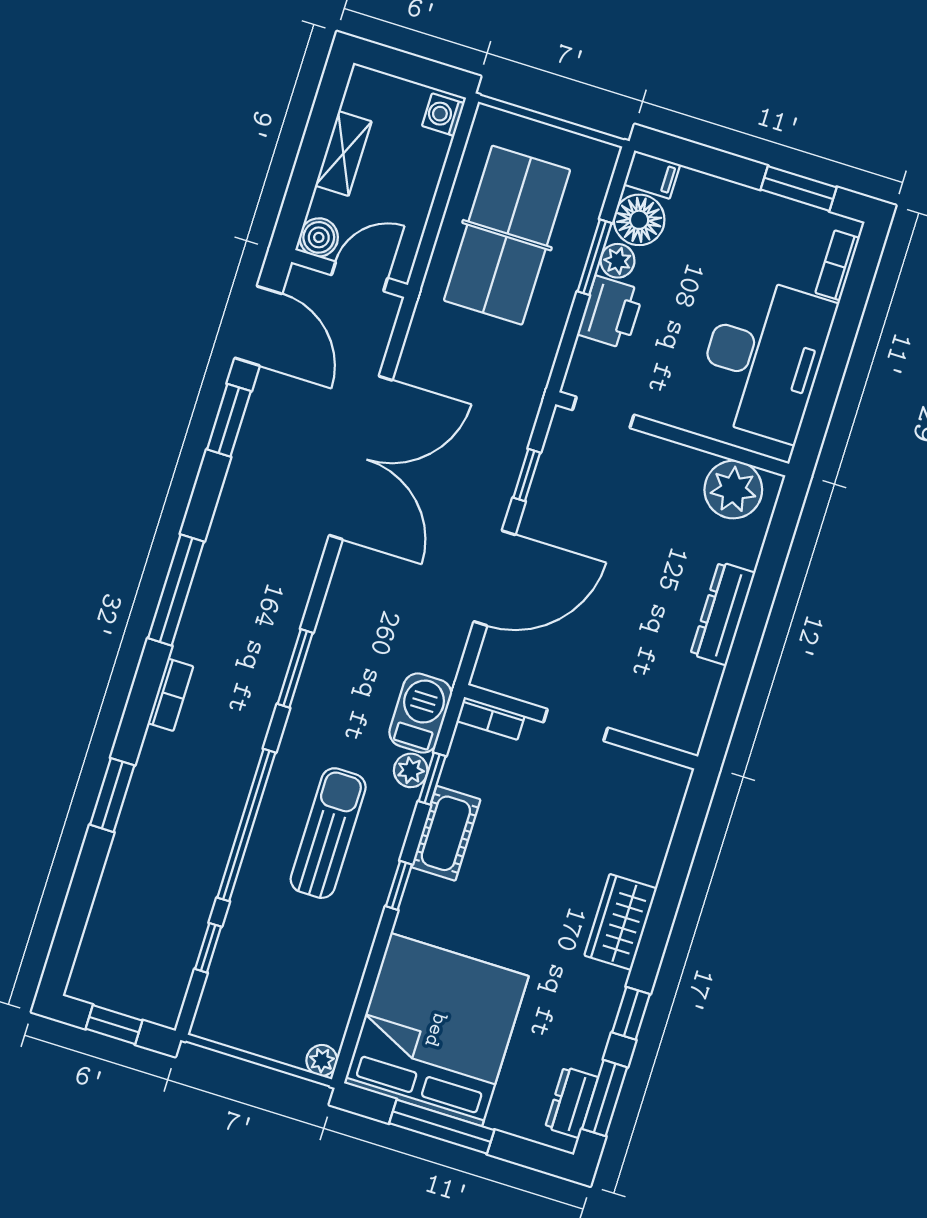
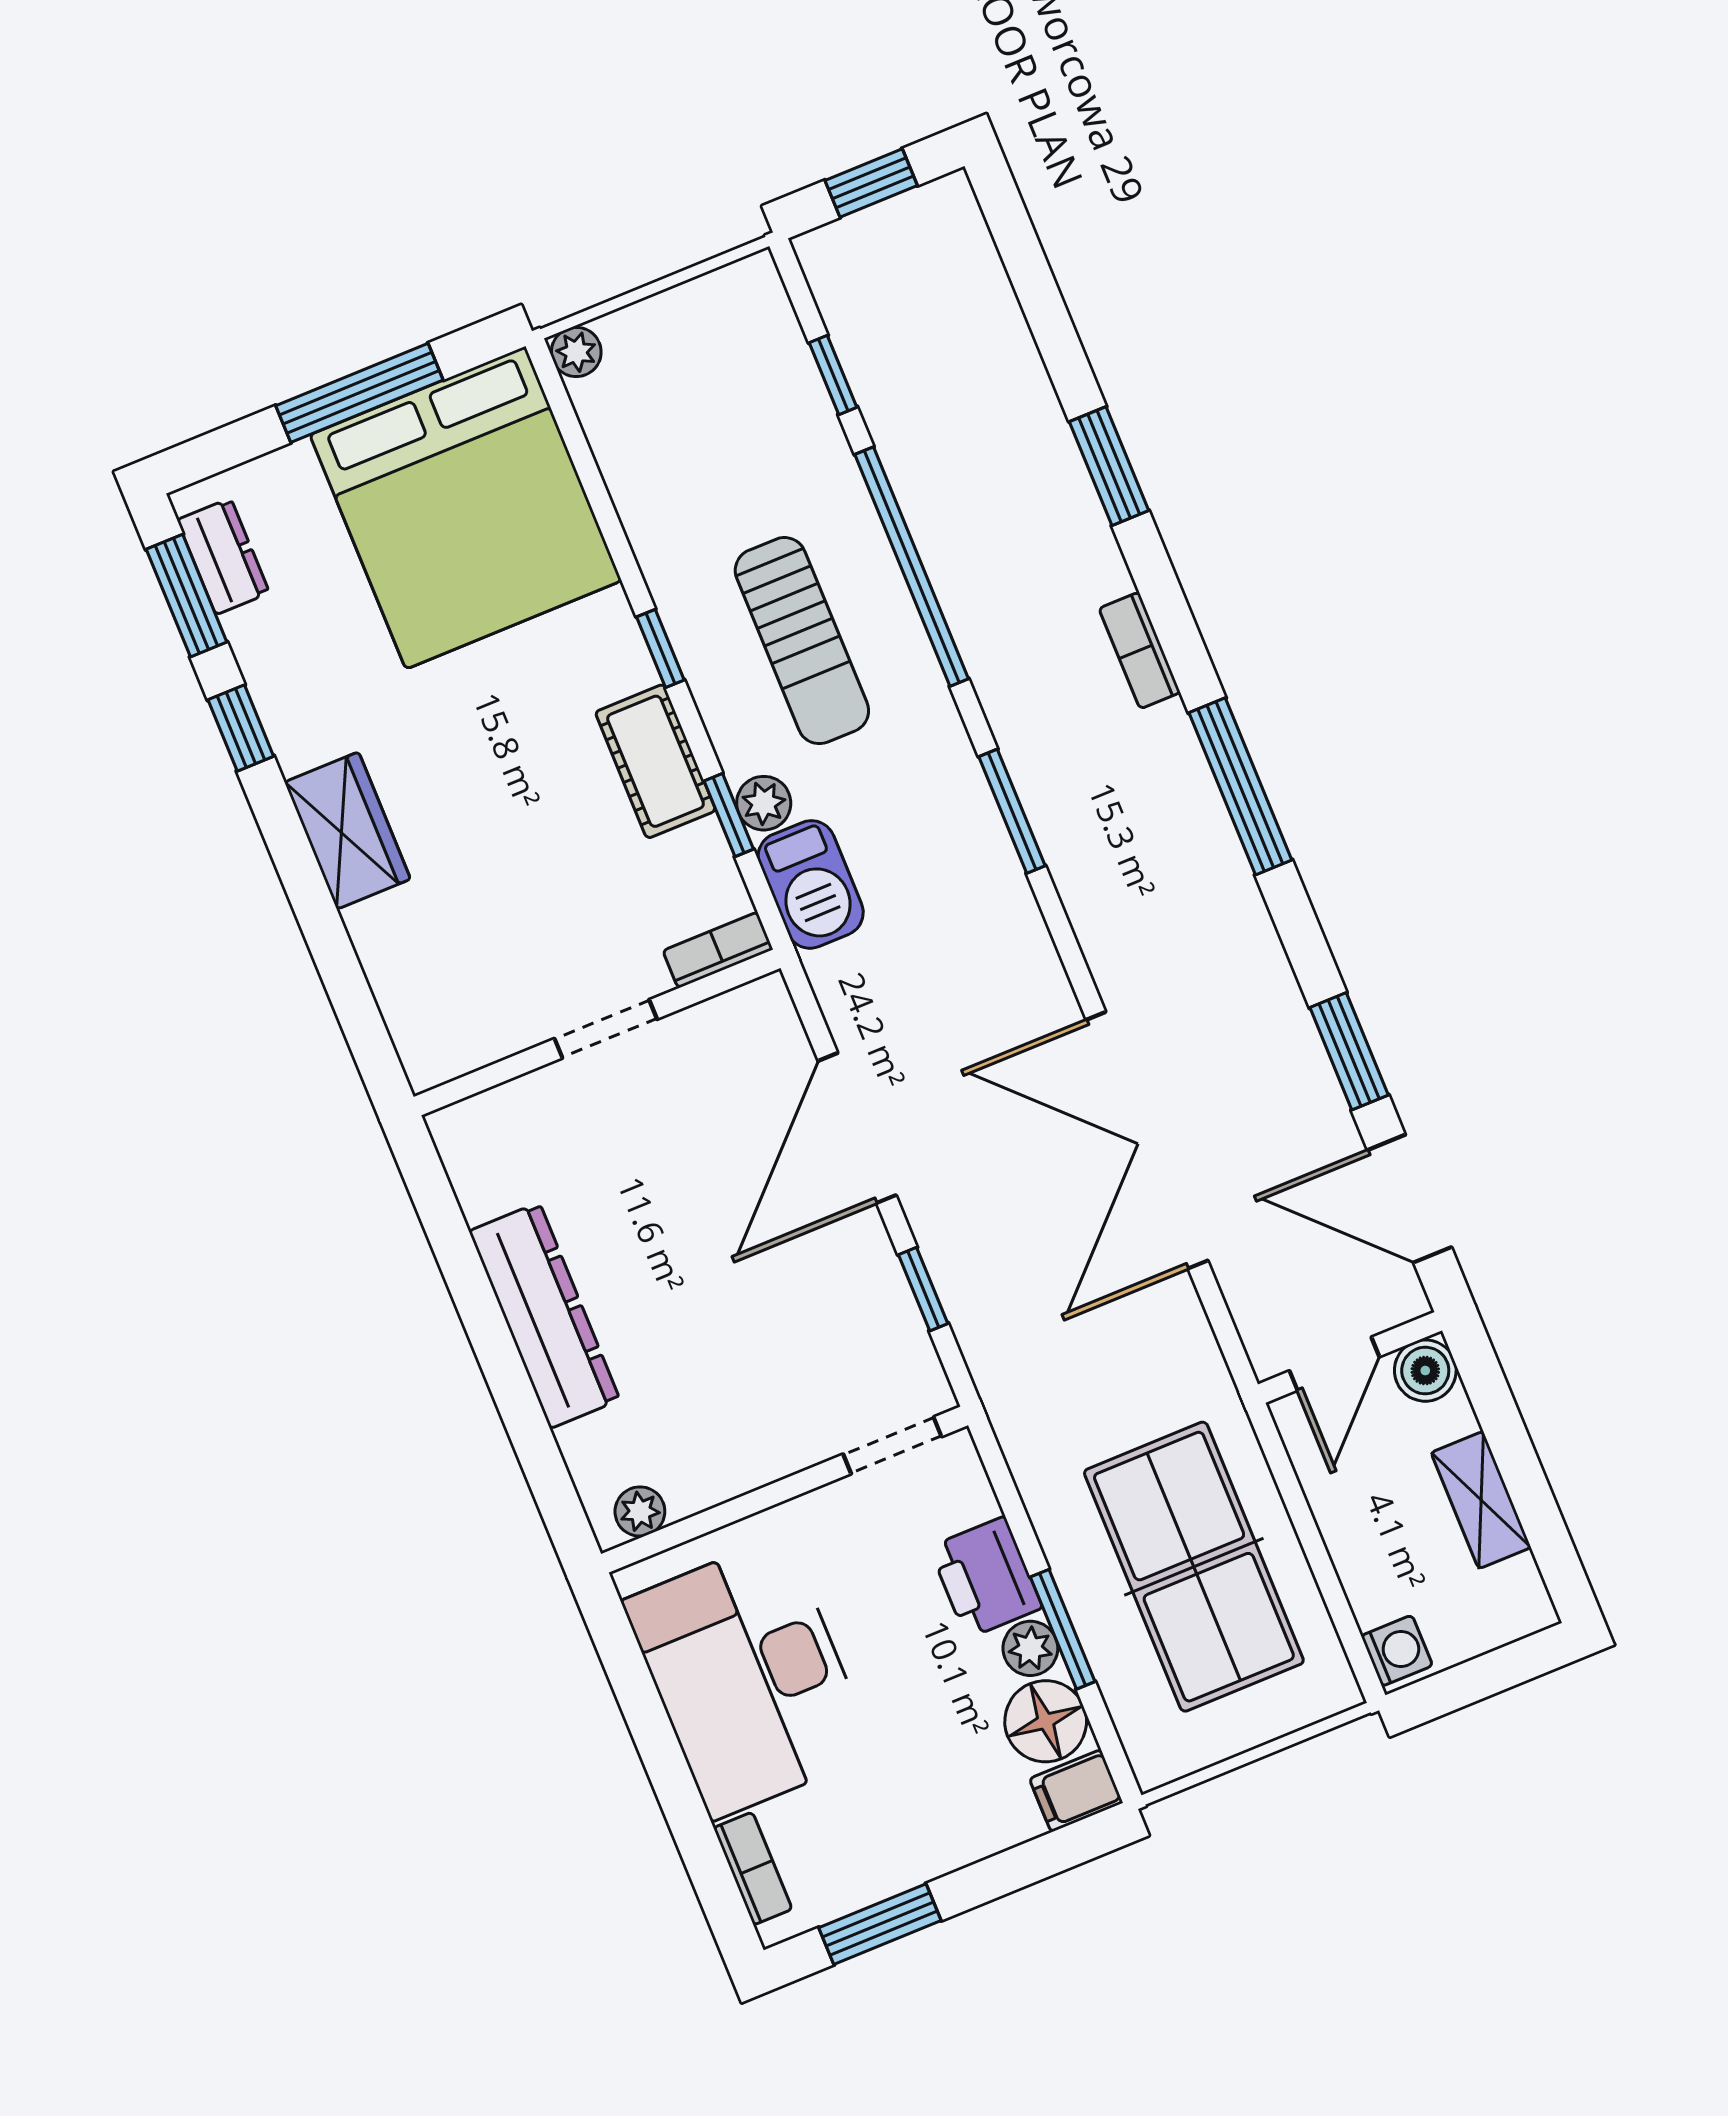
plant: (733, 490) -> (640, 1511), width x0.53, depth x0.53
dresser: (723, 614) -> (544, 1316), width x1.37, depth x1.24

